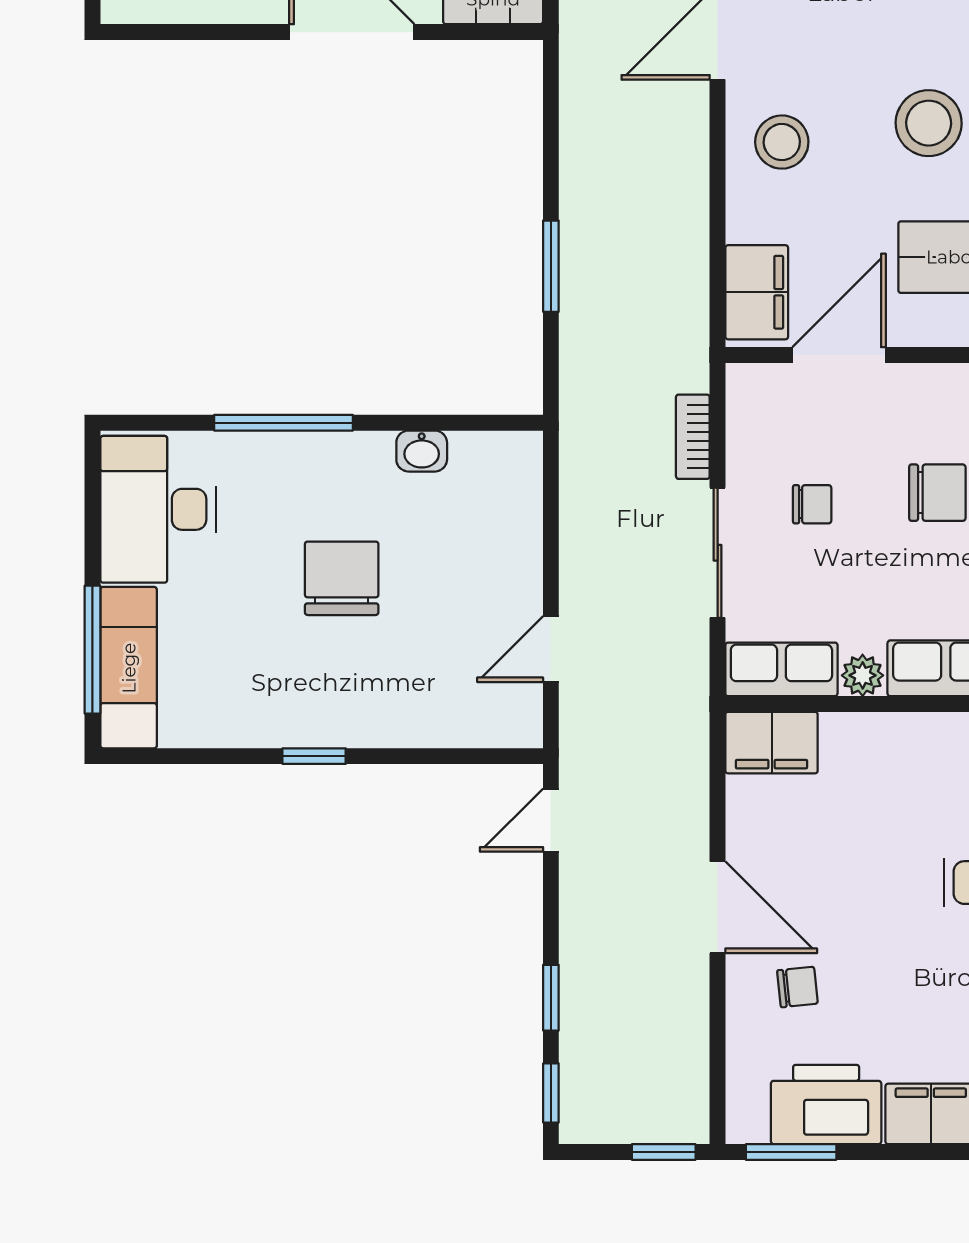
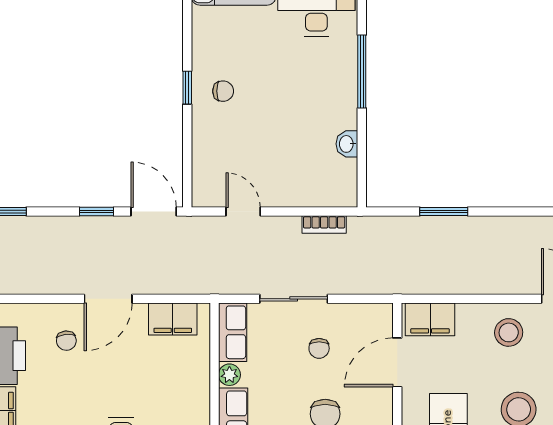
door: (839, 355) -> (397, 362), swing flipped
bookcase: (693, 437) -> (324, 224), moved, turned 180
chair: (342, 578) -> (223, 91), moved, width x0.54, depth x0.54
filing cabinet: (772, 743) -> (173, 319), moved, turned -90
door: (551, 820) -> (154, 212), width x1.38
window: (551, 998) -> (96, 212), moved

